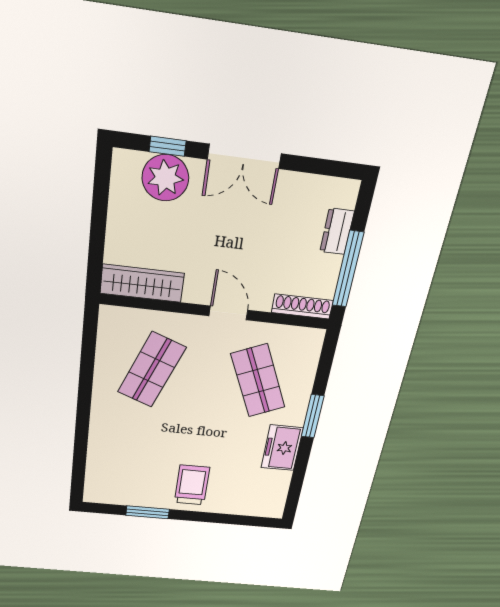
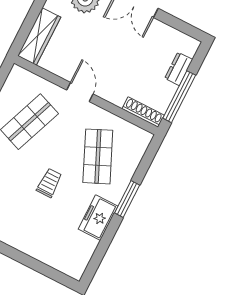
wardrobe: (142, 283) -> (39, 36), moved, turned 90
door: (228, 313) -> (80, 92), moved
trolley: (192, 485) -> (49, 183), moved, width x0.73, depth x0.72

